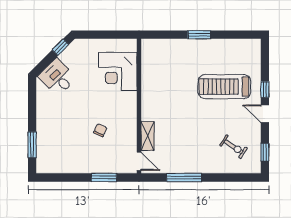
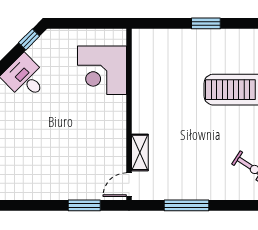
chair: (100, 130) -> (80, 145), removed
door: (139, 161) -> (129, 185), swing flipped

